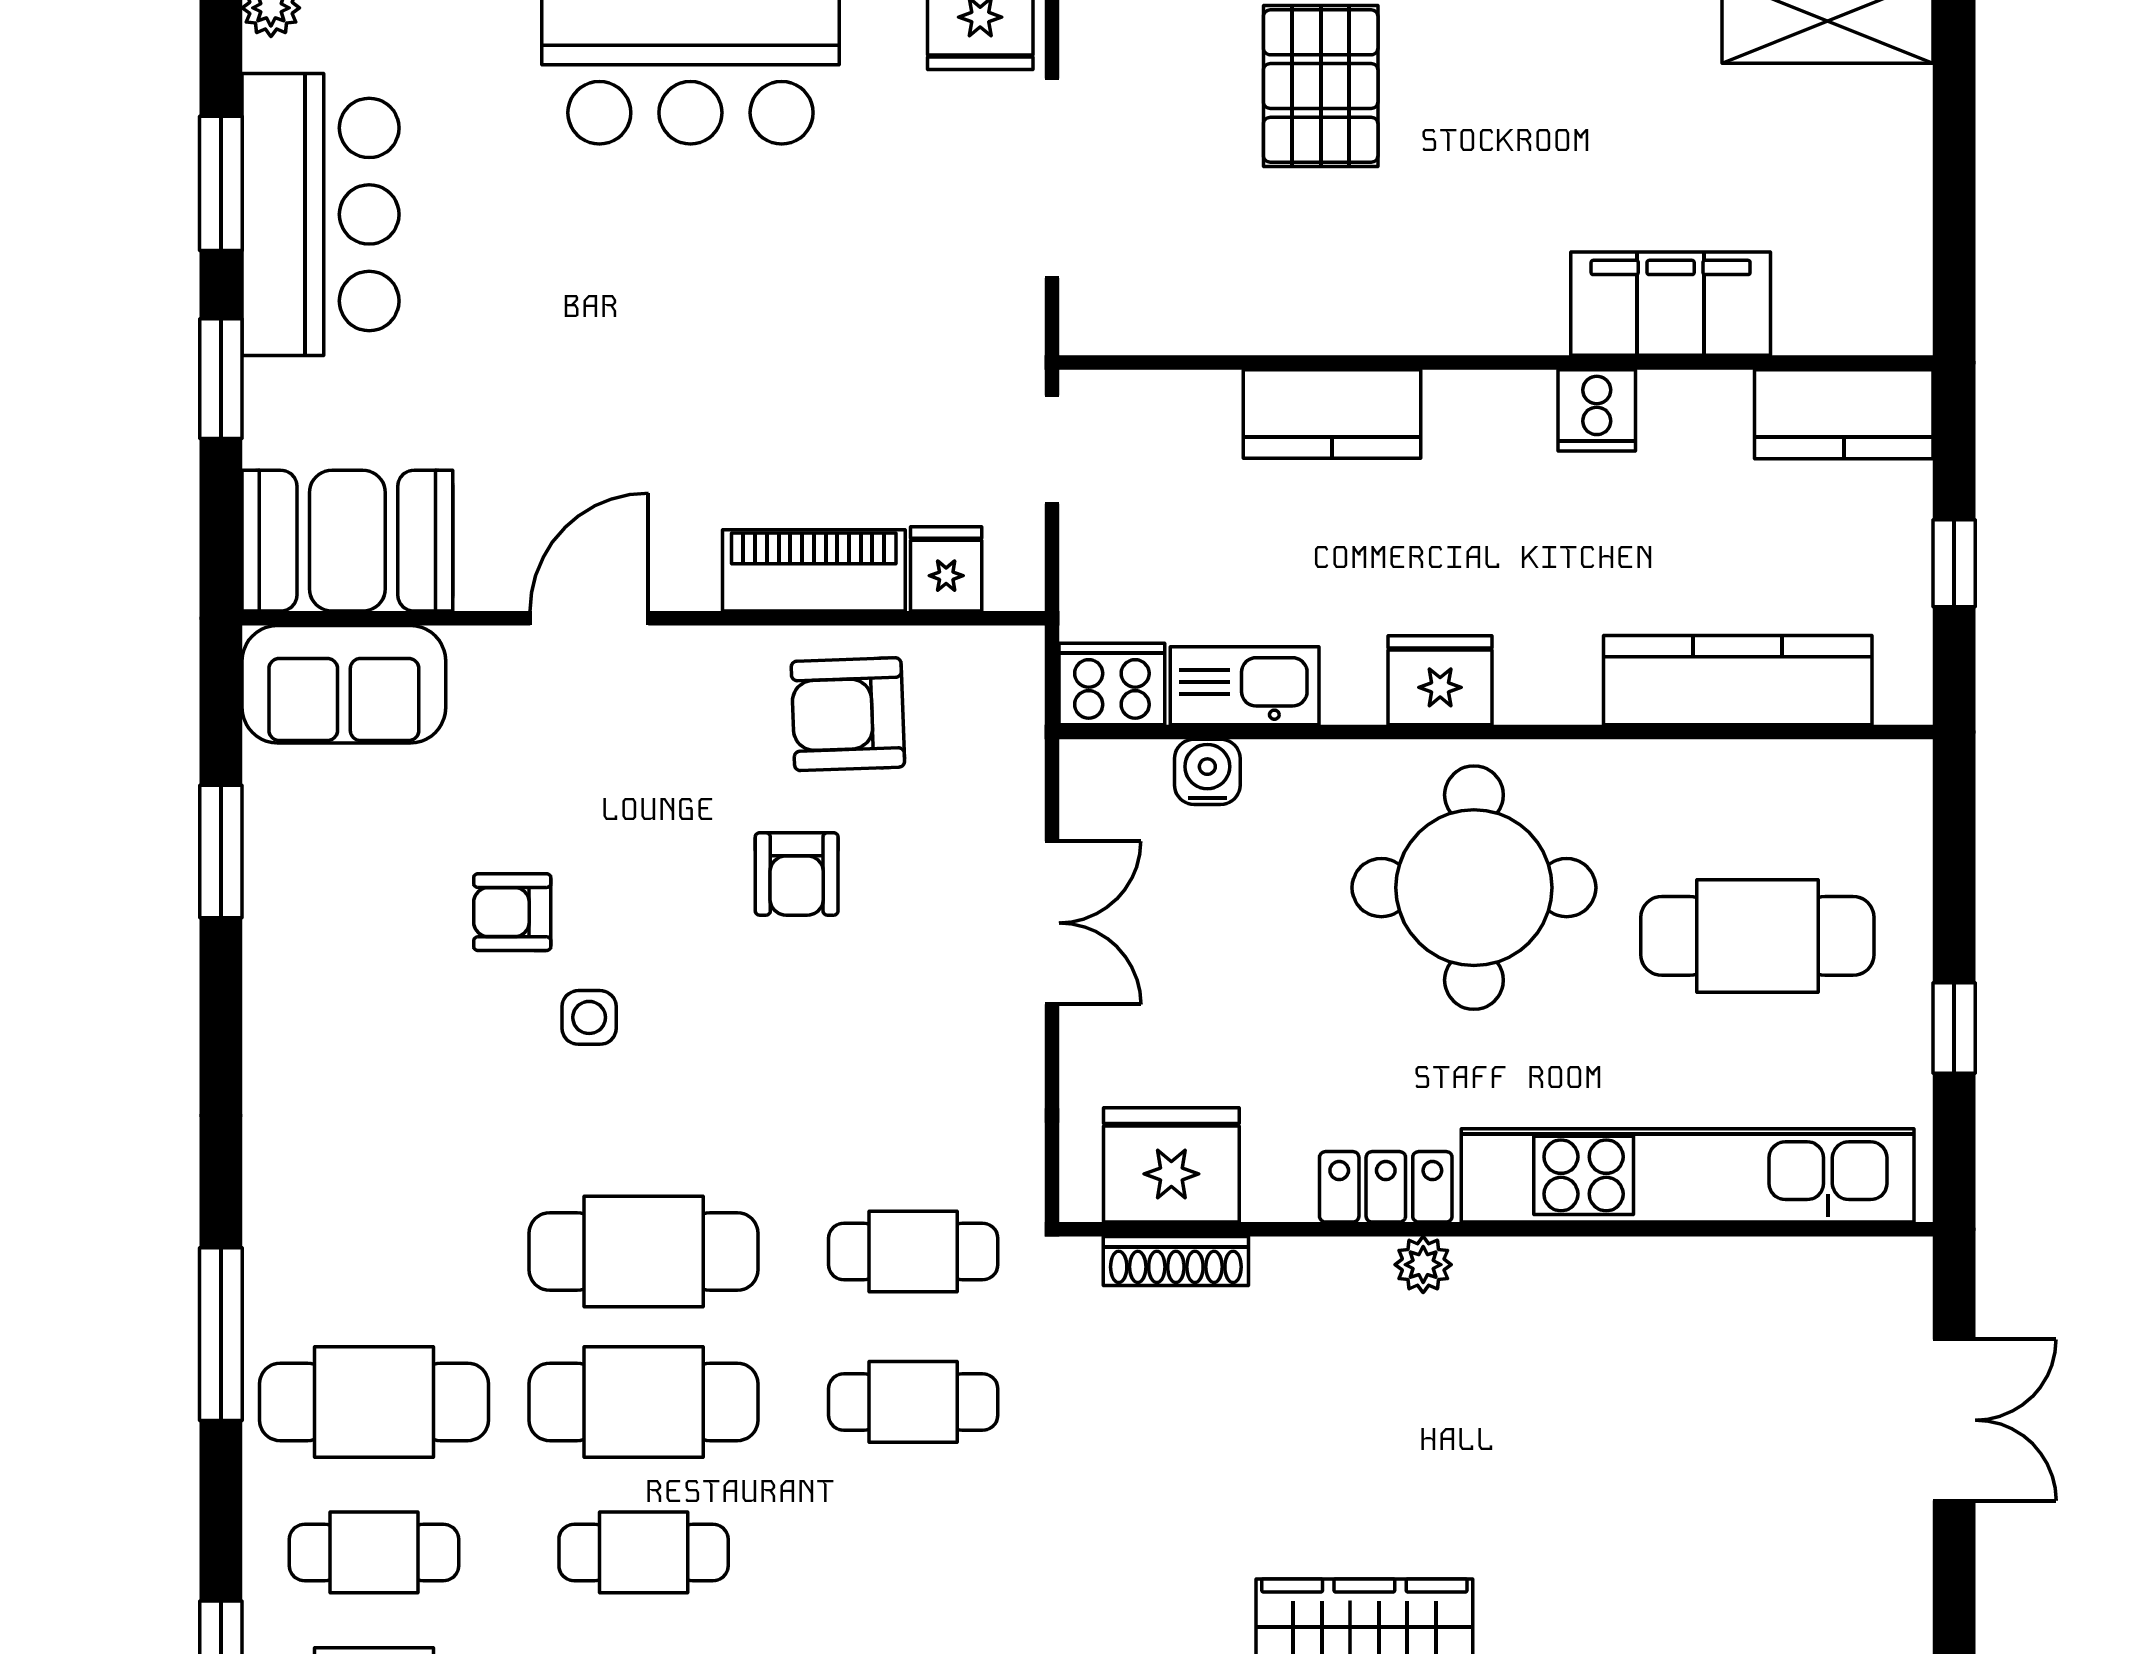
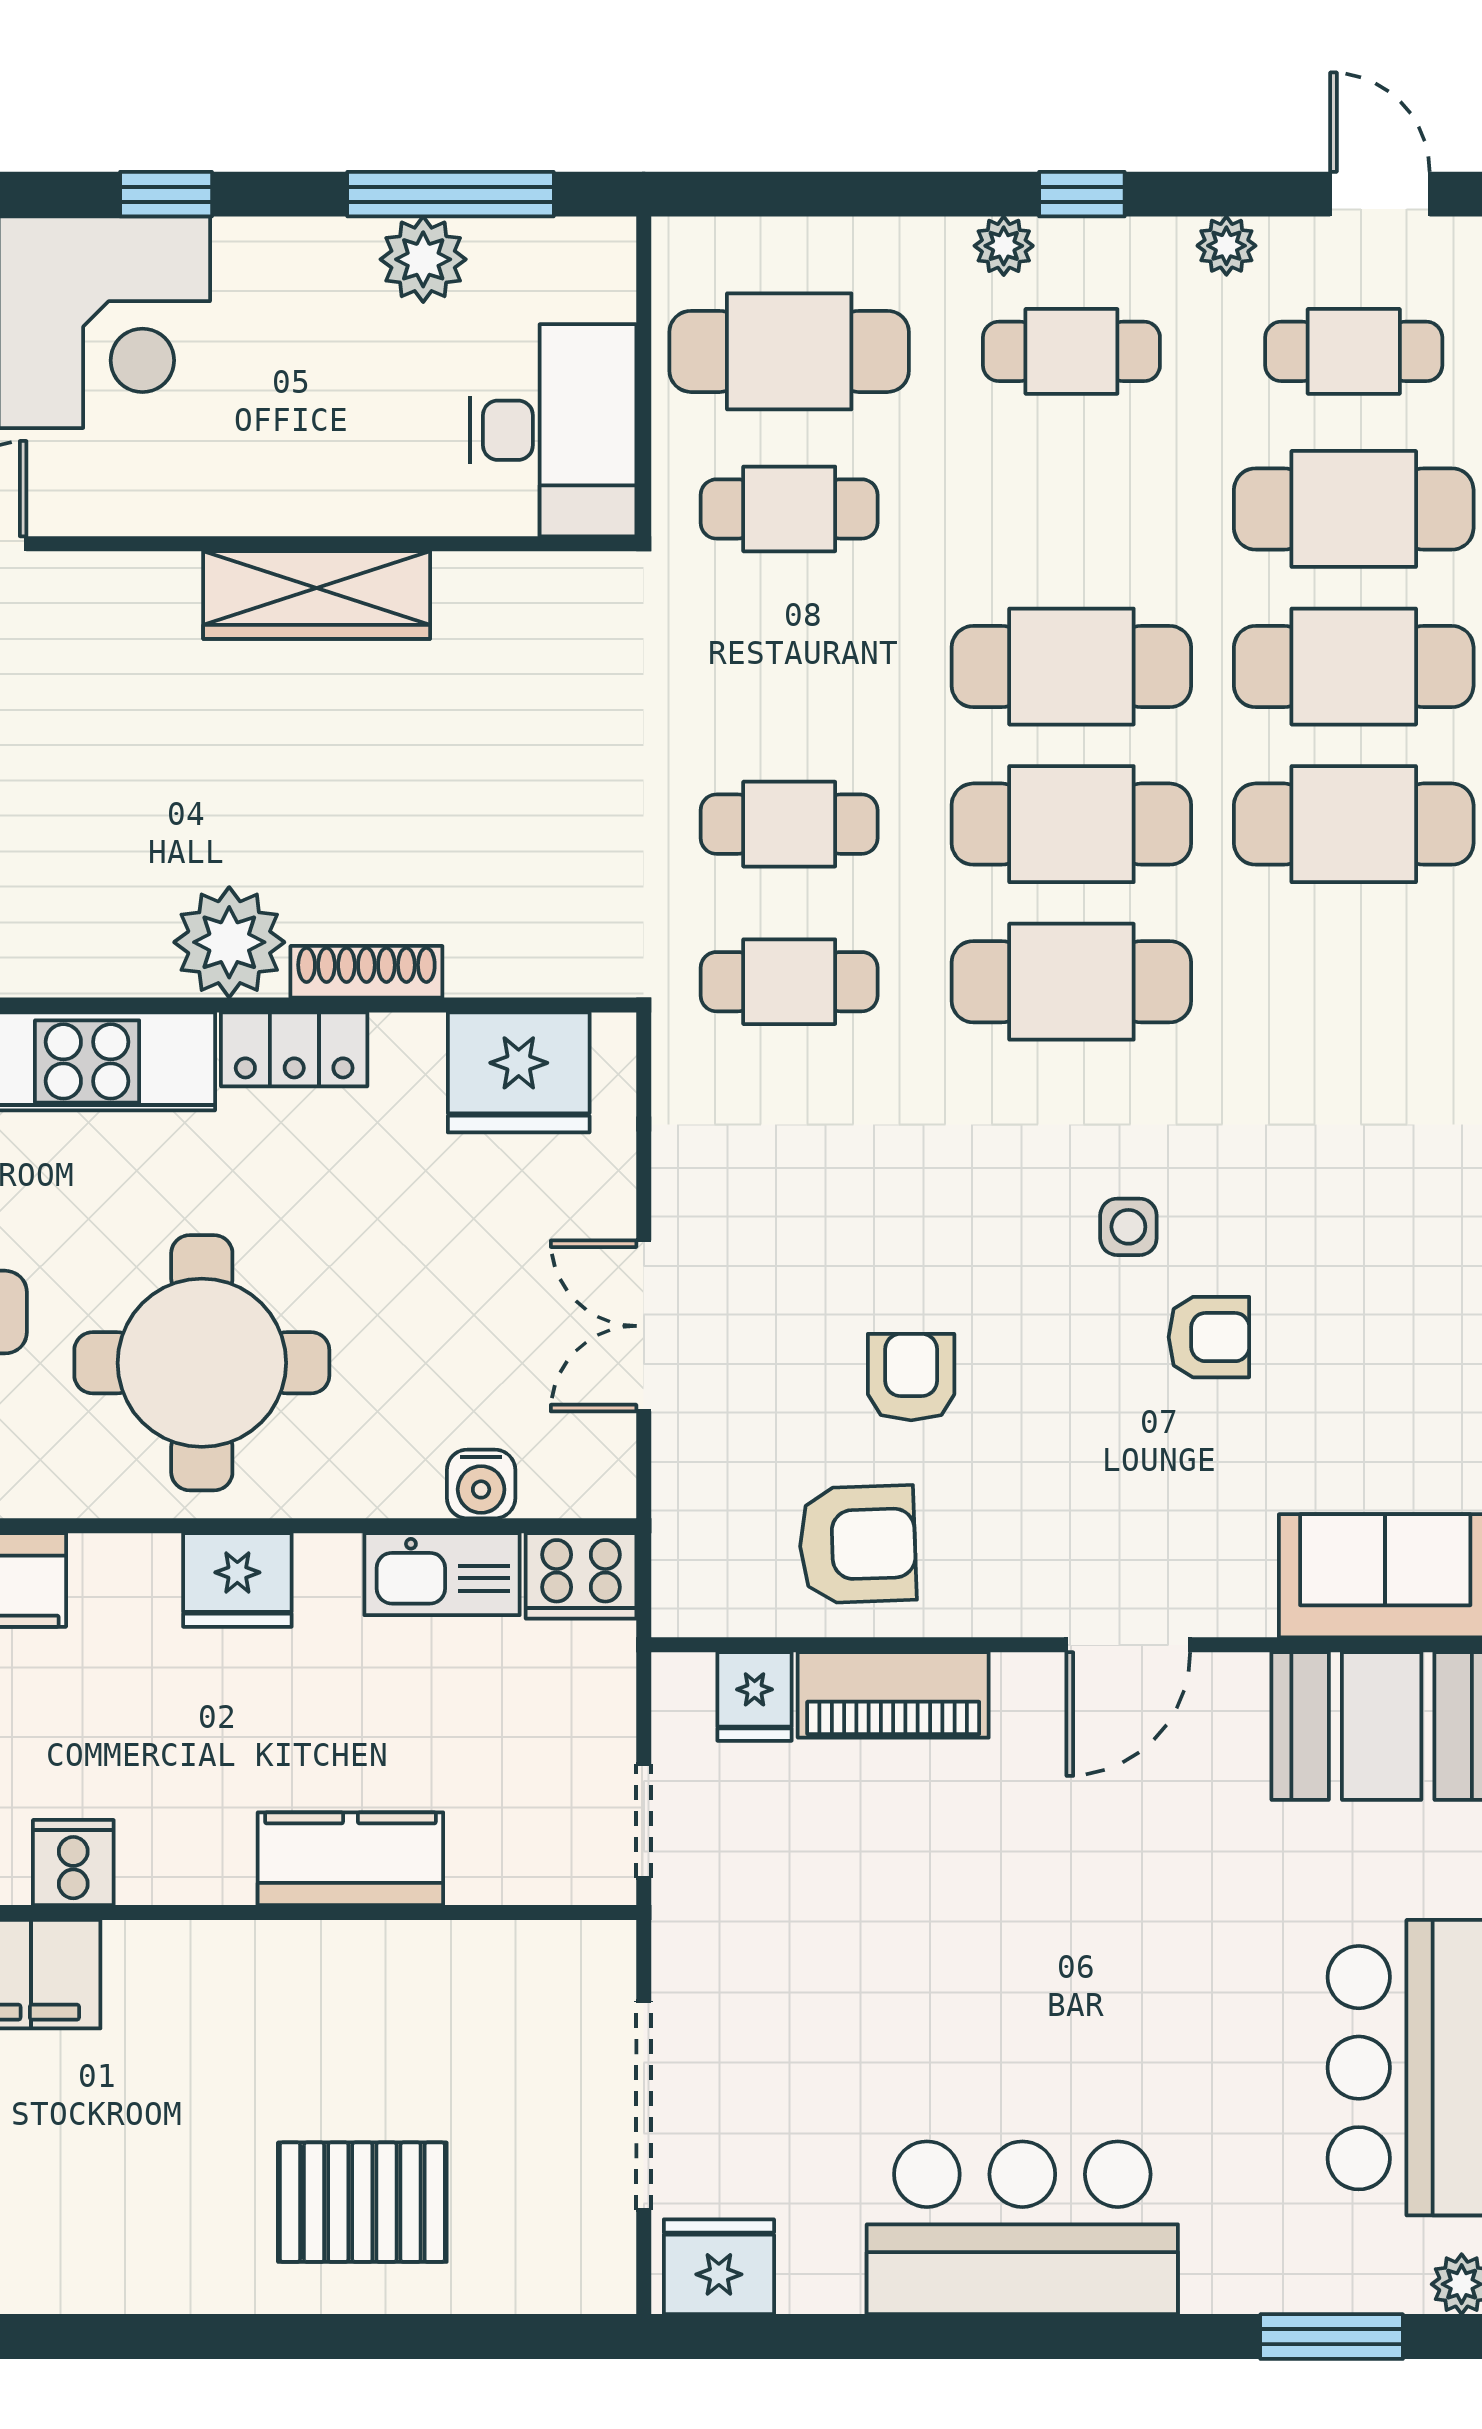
pallet: (1321, 86) -> (362, 2202), turned 90
shoe rack: (1176, 1261) -> (366, 972), moved
plant: (1423, 1265) -> (229, 942), width x1.88, depth x1.88
cafe table: (374, 1552) -> (1354, 667), width x1.37, depth x1.35
cafe table: (644, 1552) -> (1071, 667), width x1.37, depth x1.35

